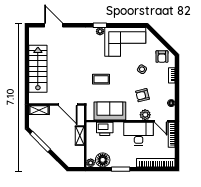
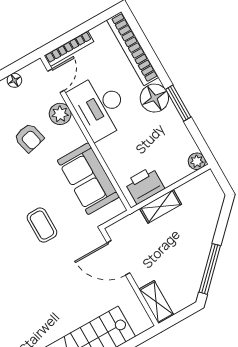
door: (68, 104) -> (118, 258), swing flipped
printer: (105, 129) -> (145, 185), moved, turned -90
floor lamp: (103, 160) -> (154, 98), moved

